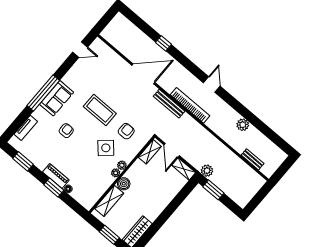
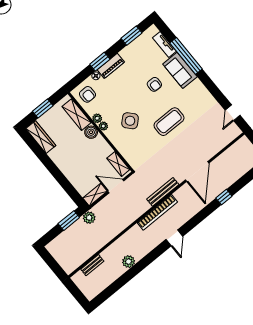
door: (212, 84) -> (174, 238), hinge flipped
window: (43, 93) -> (186, 56), moved
sofa: (57, 98) -> (180, 70), moved
armchair: (126, 131) -> (87, 94), moved
plant: (122, 165) -> (97, 118), moved

